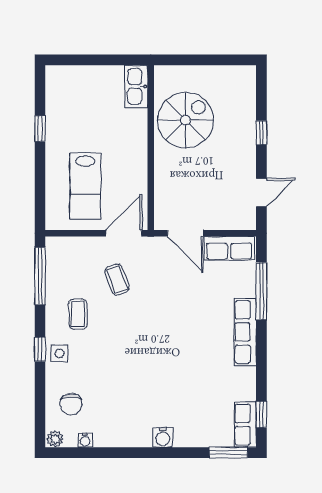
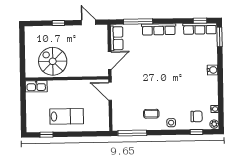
window: (40, 129) -> (47, 135), moved
lab bench: (85, 186) -> (67, 116), moved
coffee table: (117, 279) -> (133, 94), removed
window: (40, 349) -> (196, 132), moved
row of seats: (245, 425) -> (200, 29), width x1.48

